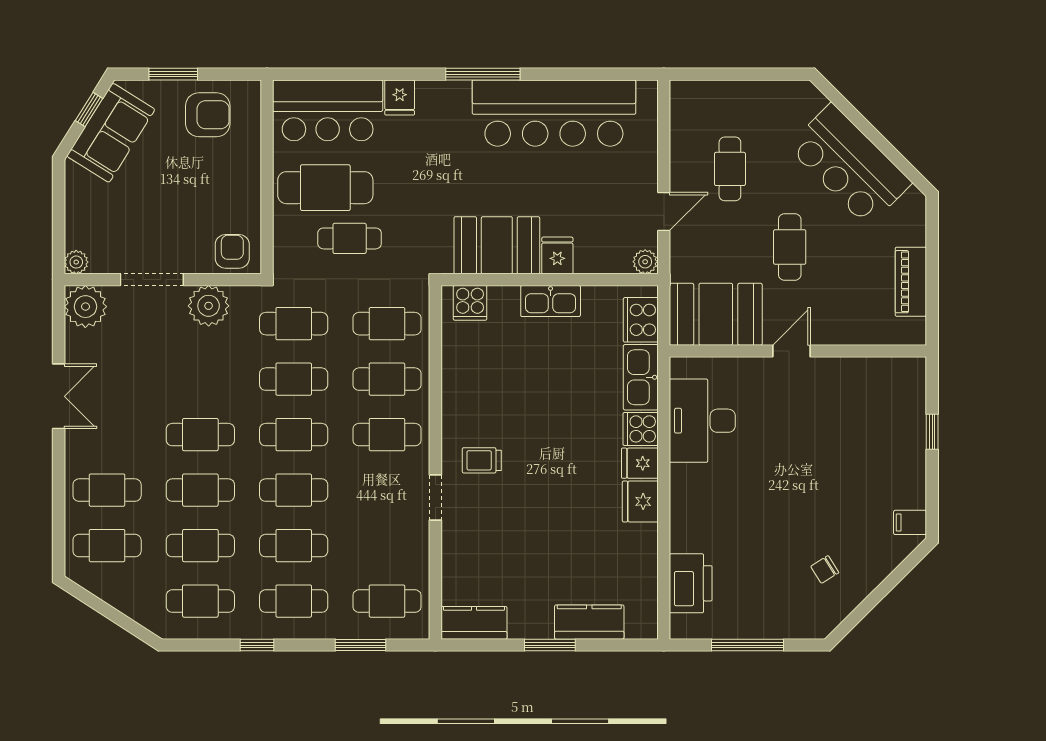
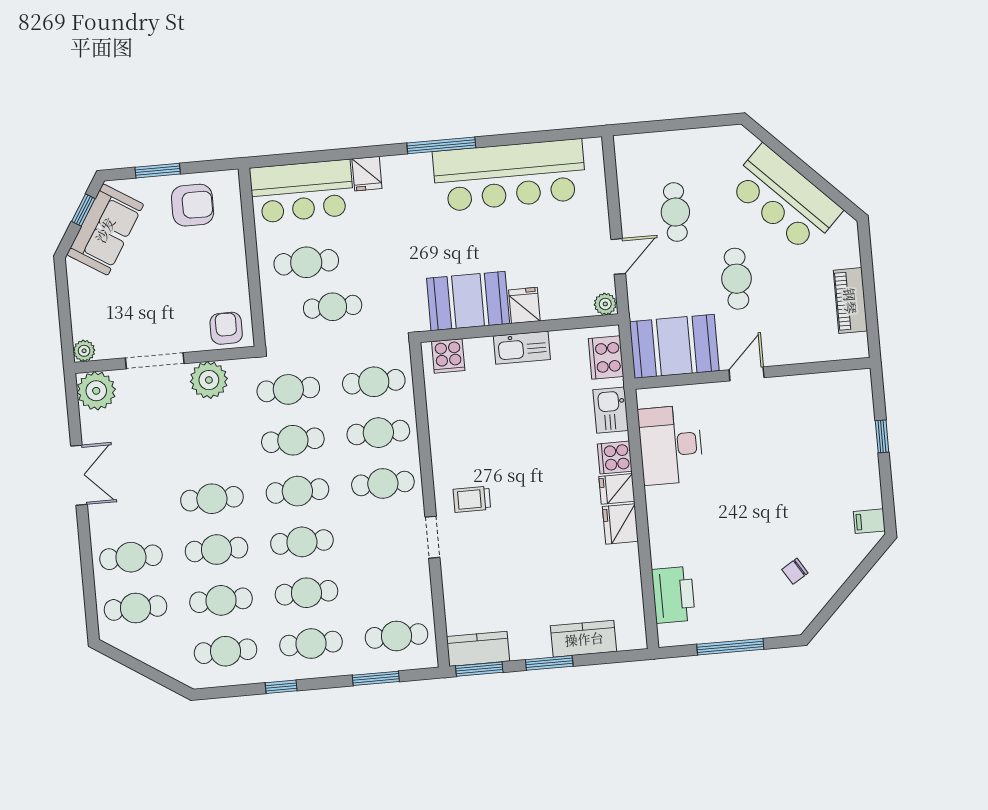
cafe table: (325, 188) -> (306, 262), width x0.73, depth x0.74
kitchen sink: (641, 377) -> (611, 410), width x0.73
window: (473, 645) -> (479, 669), added

